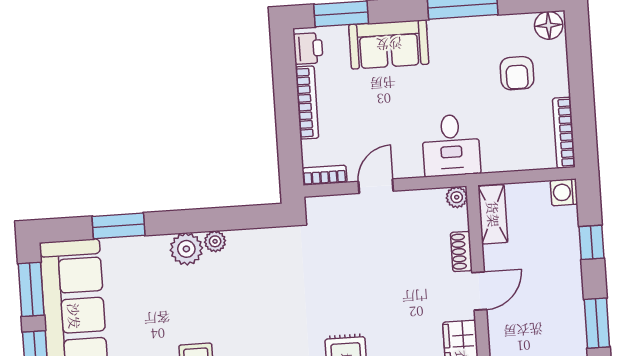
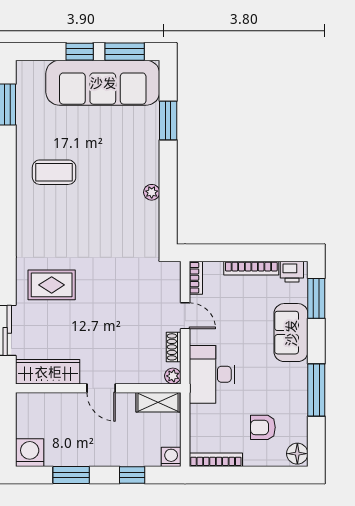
desk: (451, 145) -> (212, 374), width x1.37
plant: (186, 249) -> (147, 170), removed
shoe rack: (461, 251) -> (174, 347), moved, turned -90

